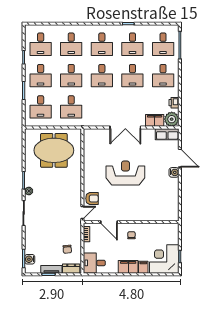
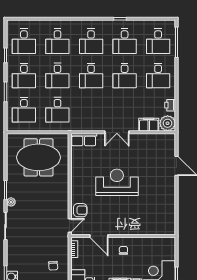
double door: (125, 127) -> (117, 132), width x0.73
row of seats: (167, 134) -> (84, 140), moved
water cooler: (174, 172) -> (170, 182), removed

